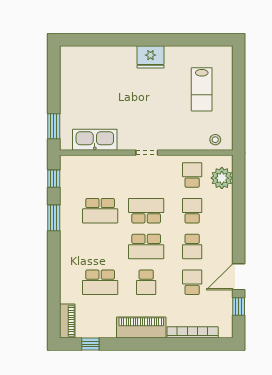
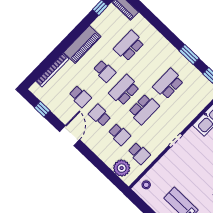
door: (239, 277) -> (70, 136), moved
school desk: (146, 282) -> (104, 71), turned 180

